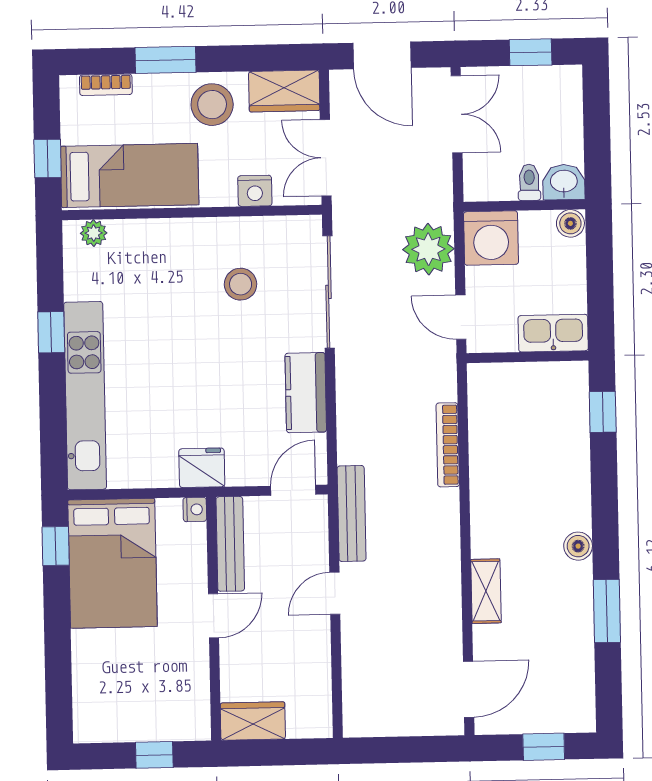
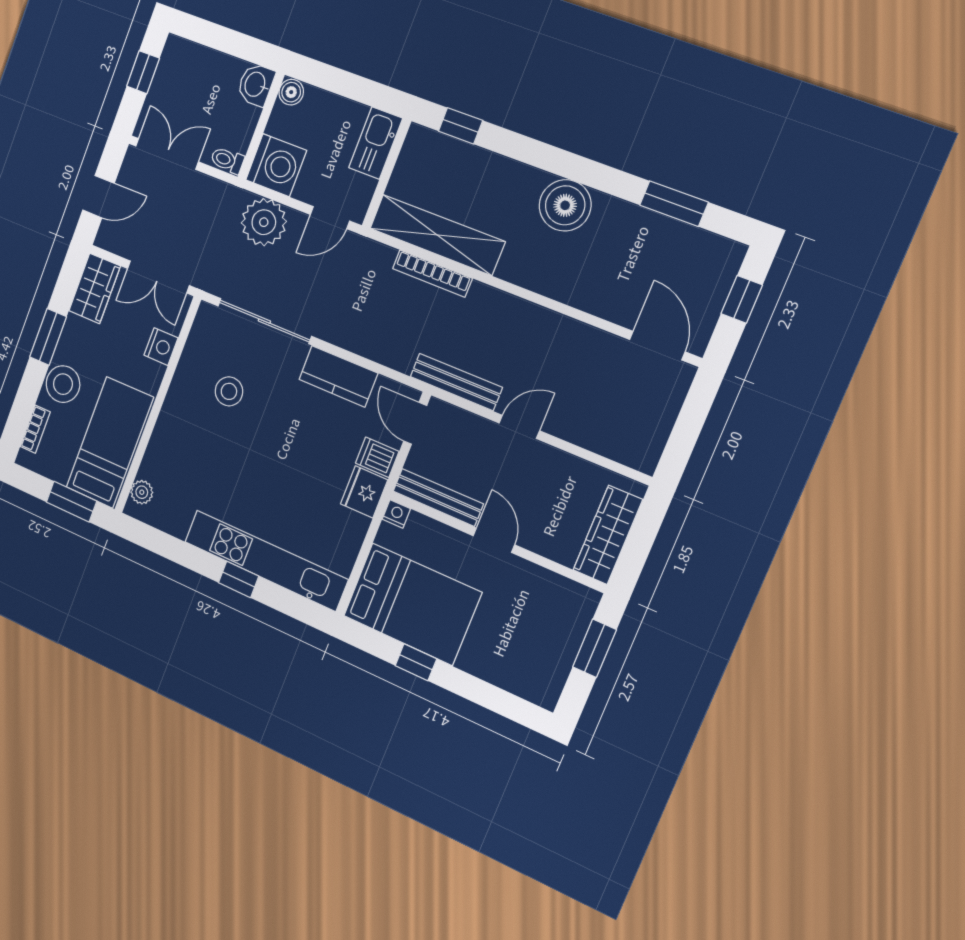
door: (382, 55) -> (98, 197), width x0.73
window: (166, 60) -> (48, 337), moved
stool: (212, 105) -> (63, 384), moved
window: (48, 159) -> (72, 502), width x1.50
toilet: (529, 182) -> (227, 160), moved
window: (51, 332) -> (239, 579), moved
dishwasher: (242, 466) -> (377, 457), added
window: (56, 546) -> (416, 662), moved
boiler: (578, 546) -> (565, 205), width x1.86, depth x1.86
shelving: (486, 591) -> (437, 235), moved, width x2.20, depth x1.33
door: (335, 593) -> (519, 427), swing flipped
window: (607, 611) -> (674, 204), moved
wardrobe: (253, 721) -> (608, 535), width x1.50
window: (154, 755) -> (595, 648), width x1.50

